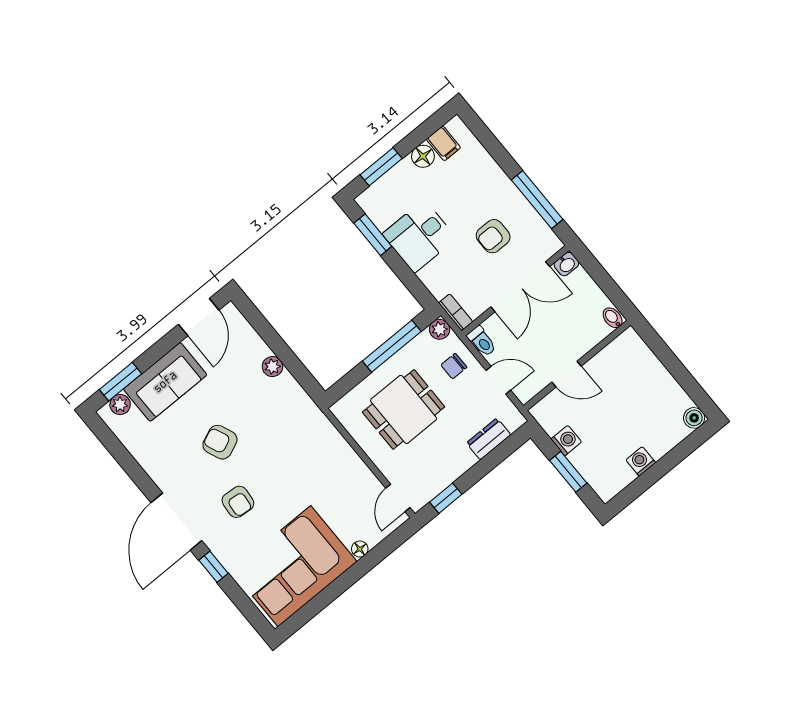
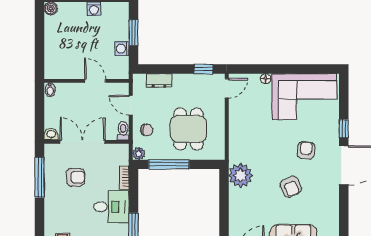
bookcase: (456, 312) -> (124, 178), moved
plant: (273, 367) -> (241, 175), moved, width x1.88, depth x1.88
dining table: (404, 409) -> (188, 129), turned 90

